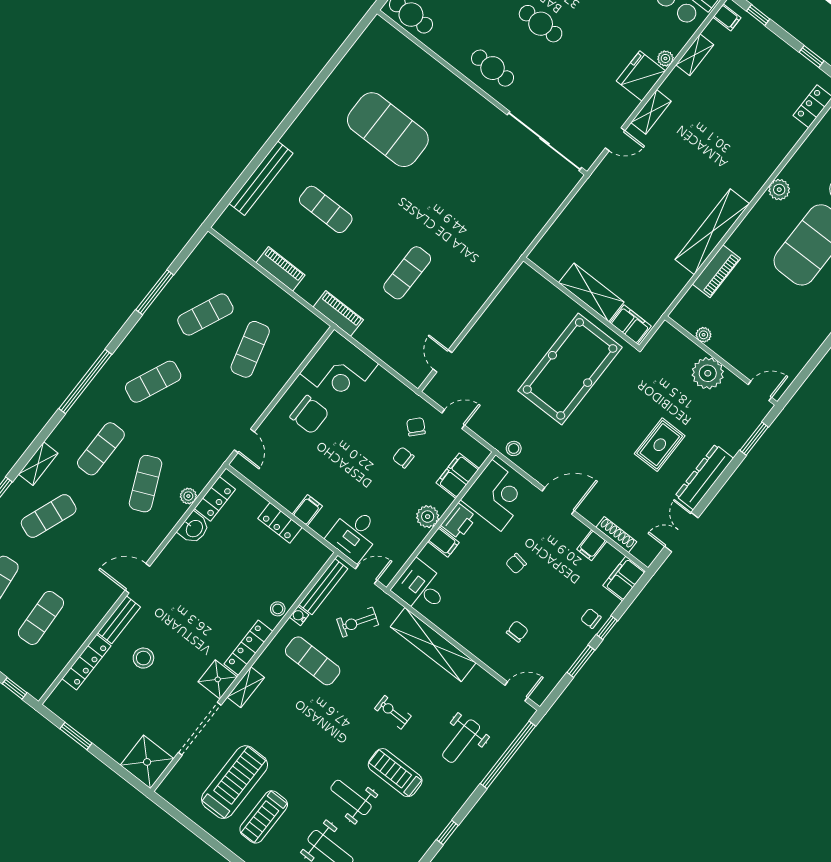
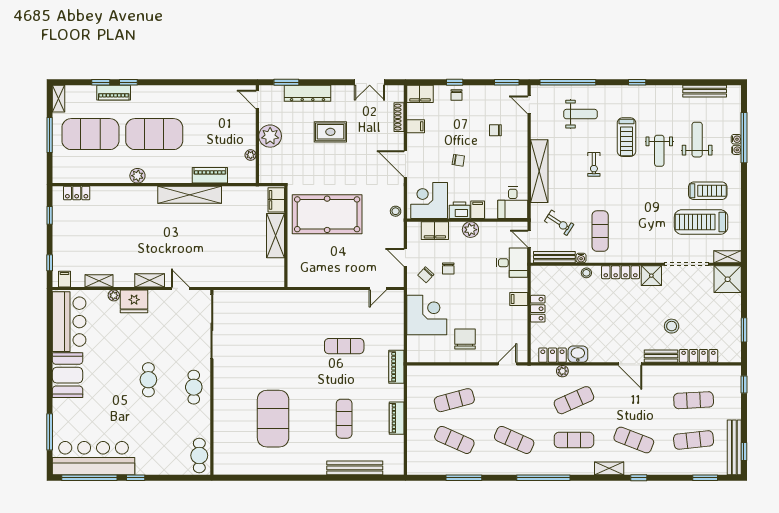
corner desk: (339, 369) -> (427, 315), moved
dresser: (704, 477) -> (308, 93), moved
window: (581, 661) -> (507, 82), moved
shelving: (246, 687) -> (728, 257), moved

